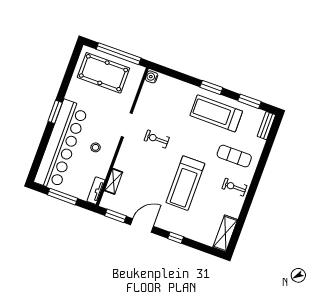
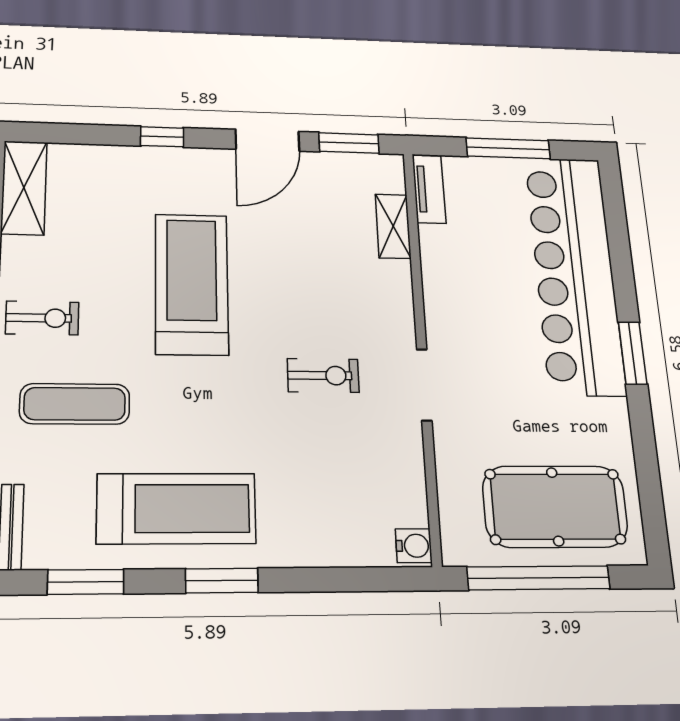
stool: (95, 147) -> (482, 297), removed

